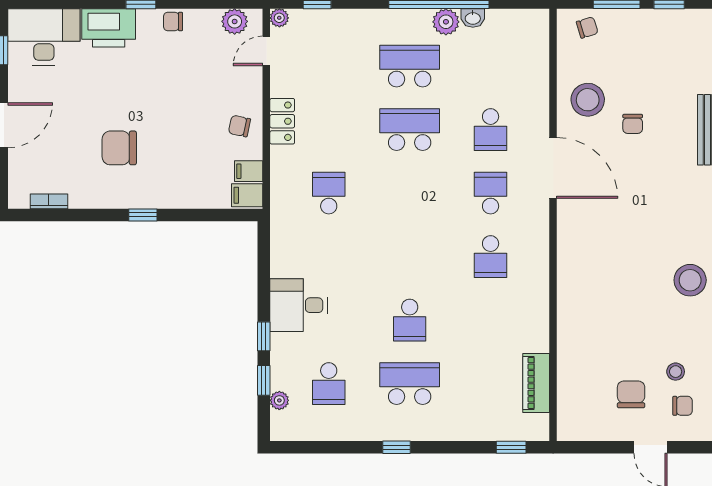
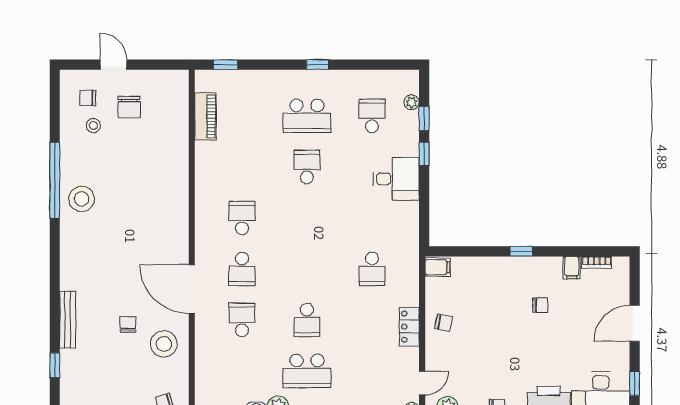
school desk: (410, 130) -> (307, 320), width x0.54
chair: (119, 148) -> (540, 305), width x0.54, depth x0.54
filing cabinet: (249, 171) -> (572, 268), moved, turned 90

